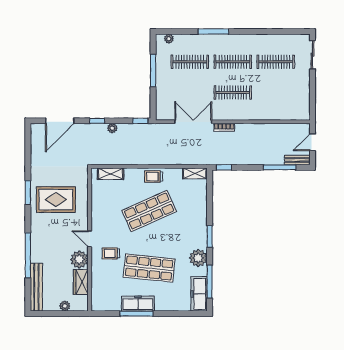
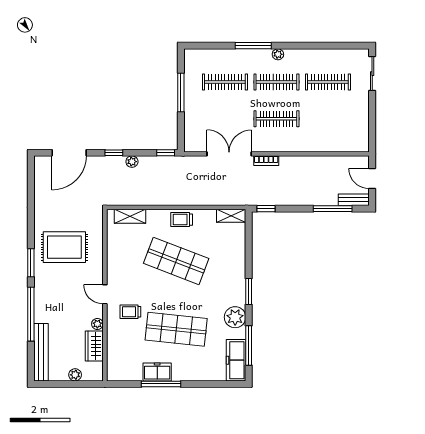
plant: (169, 39) -> (278, 54), moved
door: (312, 142) -> (372, 179), hinge flipped
window: (28, 193) -> (31, 263), moved
shop shelf: (149, 211) -> (176, 261), turned 45
plant: (79, 259) -> (97, 324), width x0.53, depth x0.53
freezer: (138, 304) -> (157, 372), width x0.71

